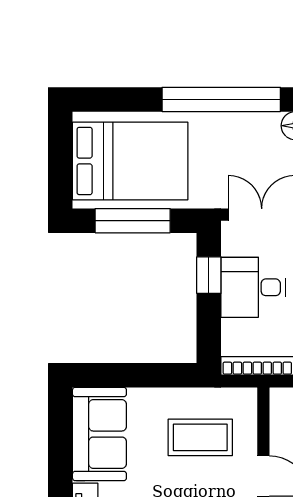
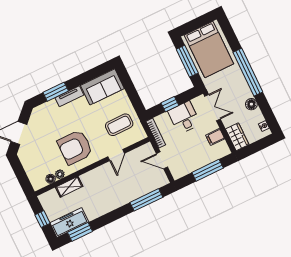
window: (209, 275) -> (170, 104), moved
coffee table: (200, 437) -> (119, 125), turned 90

